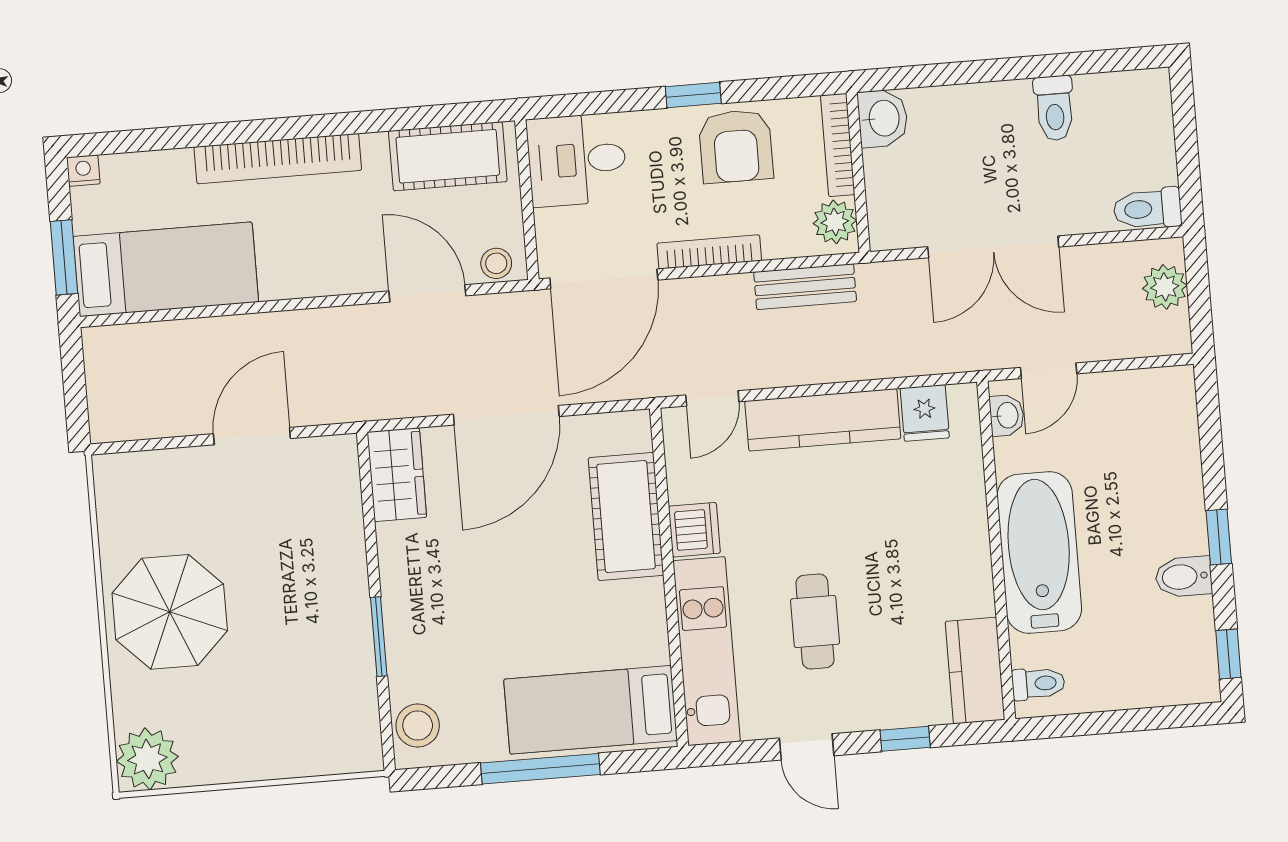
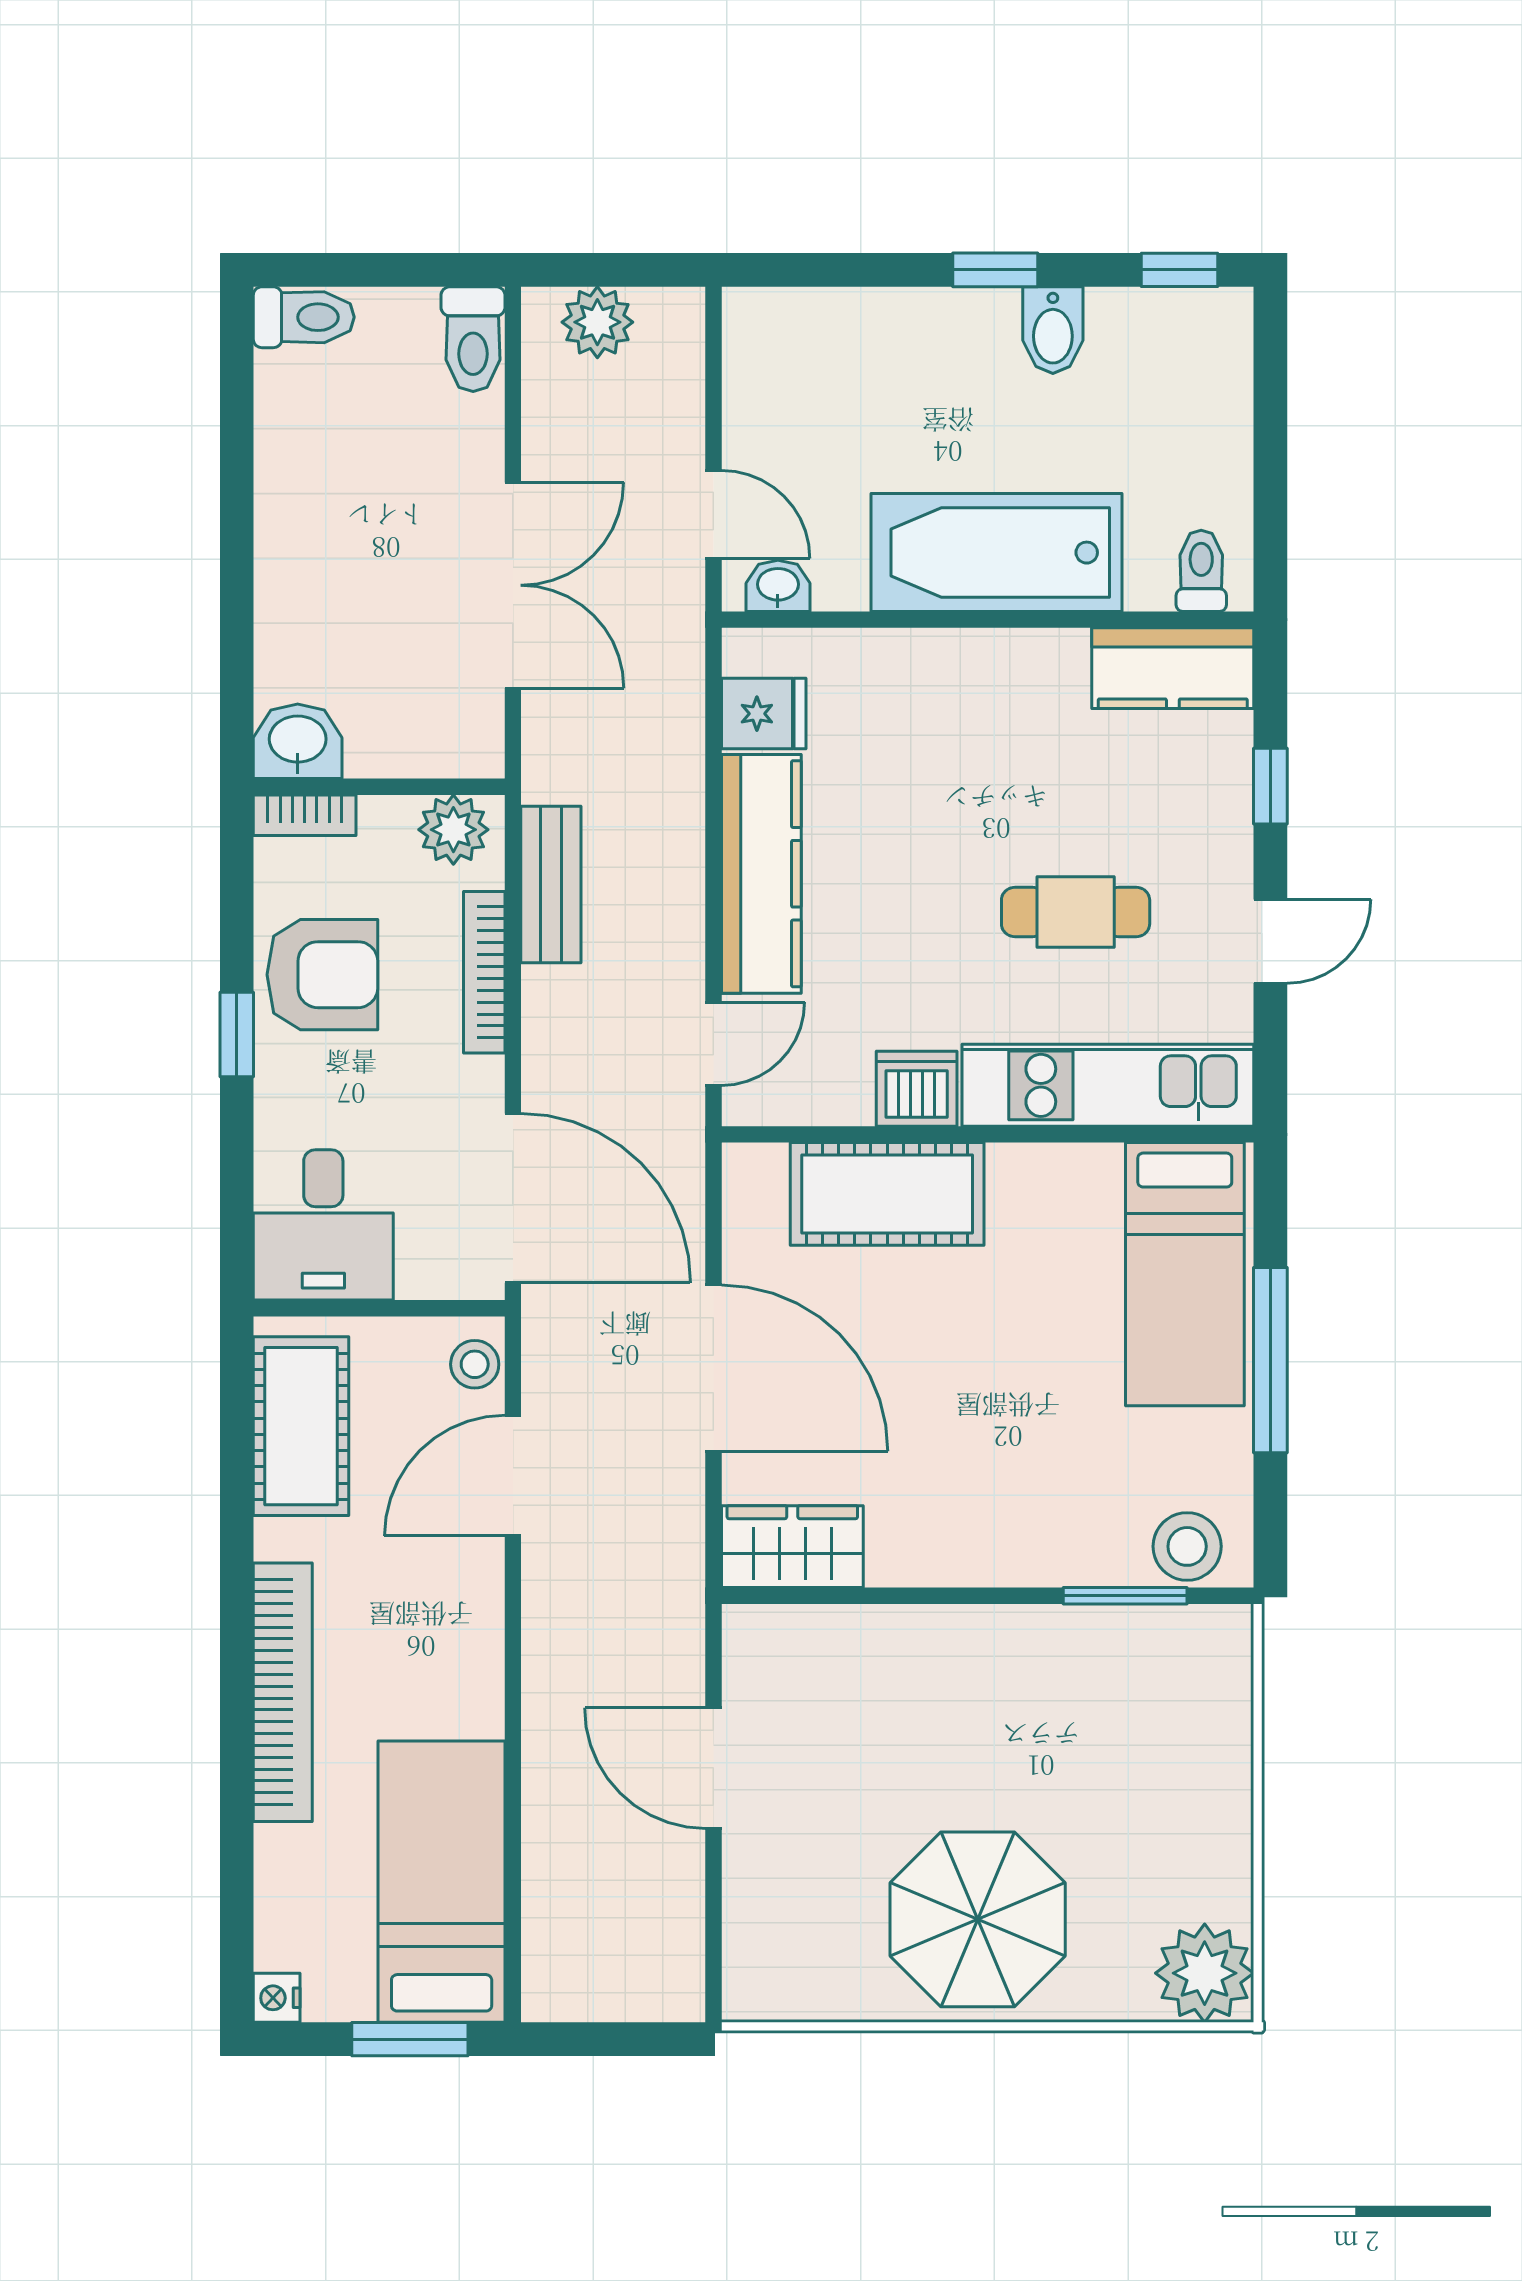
toilet: (1054, 108) -> (304, 317), moved
bookcase: (838, 145) -> (305, 815), width x0.64
bookcase: (709, 252) -> (484, 972), moved
door: (712, 398) -> (713, 1044), hinge flipped
window: (379, 637) -> (1125, 1596), moved

